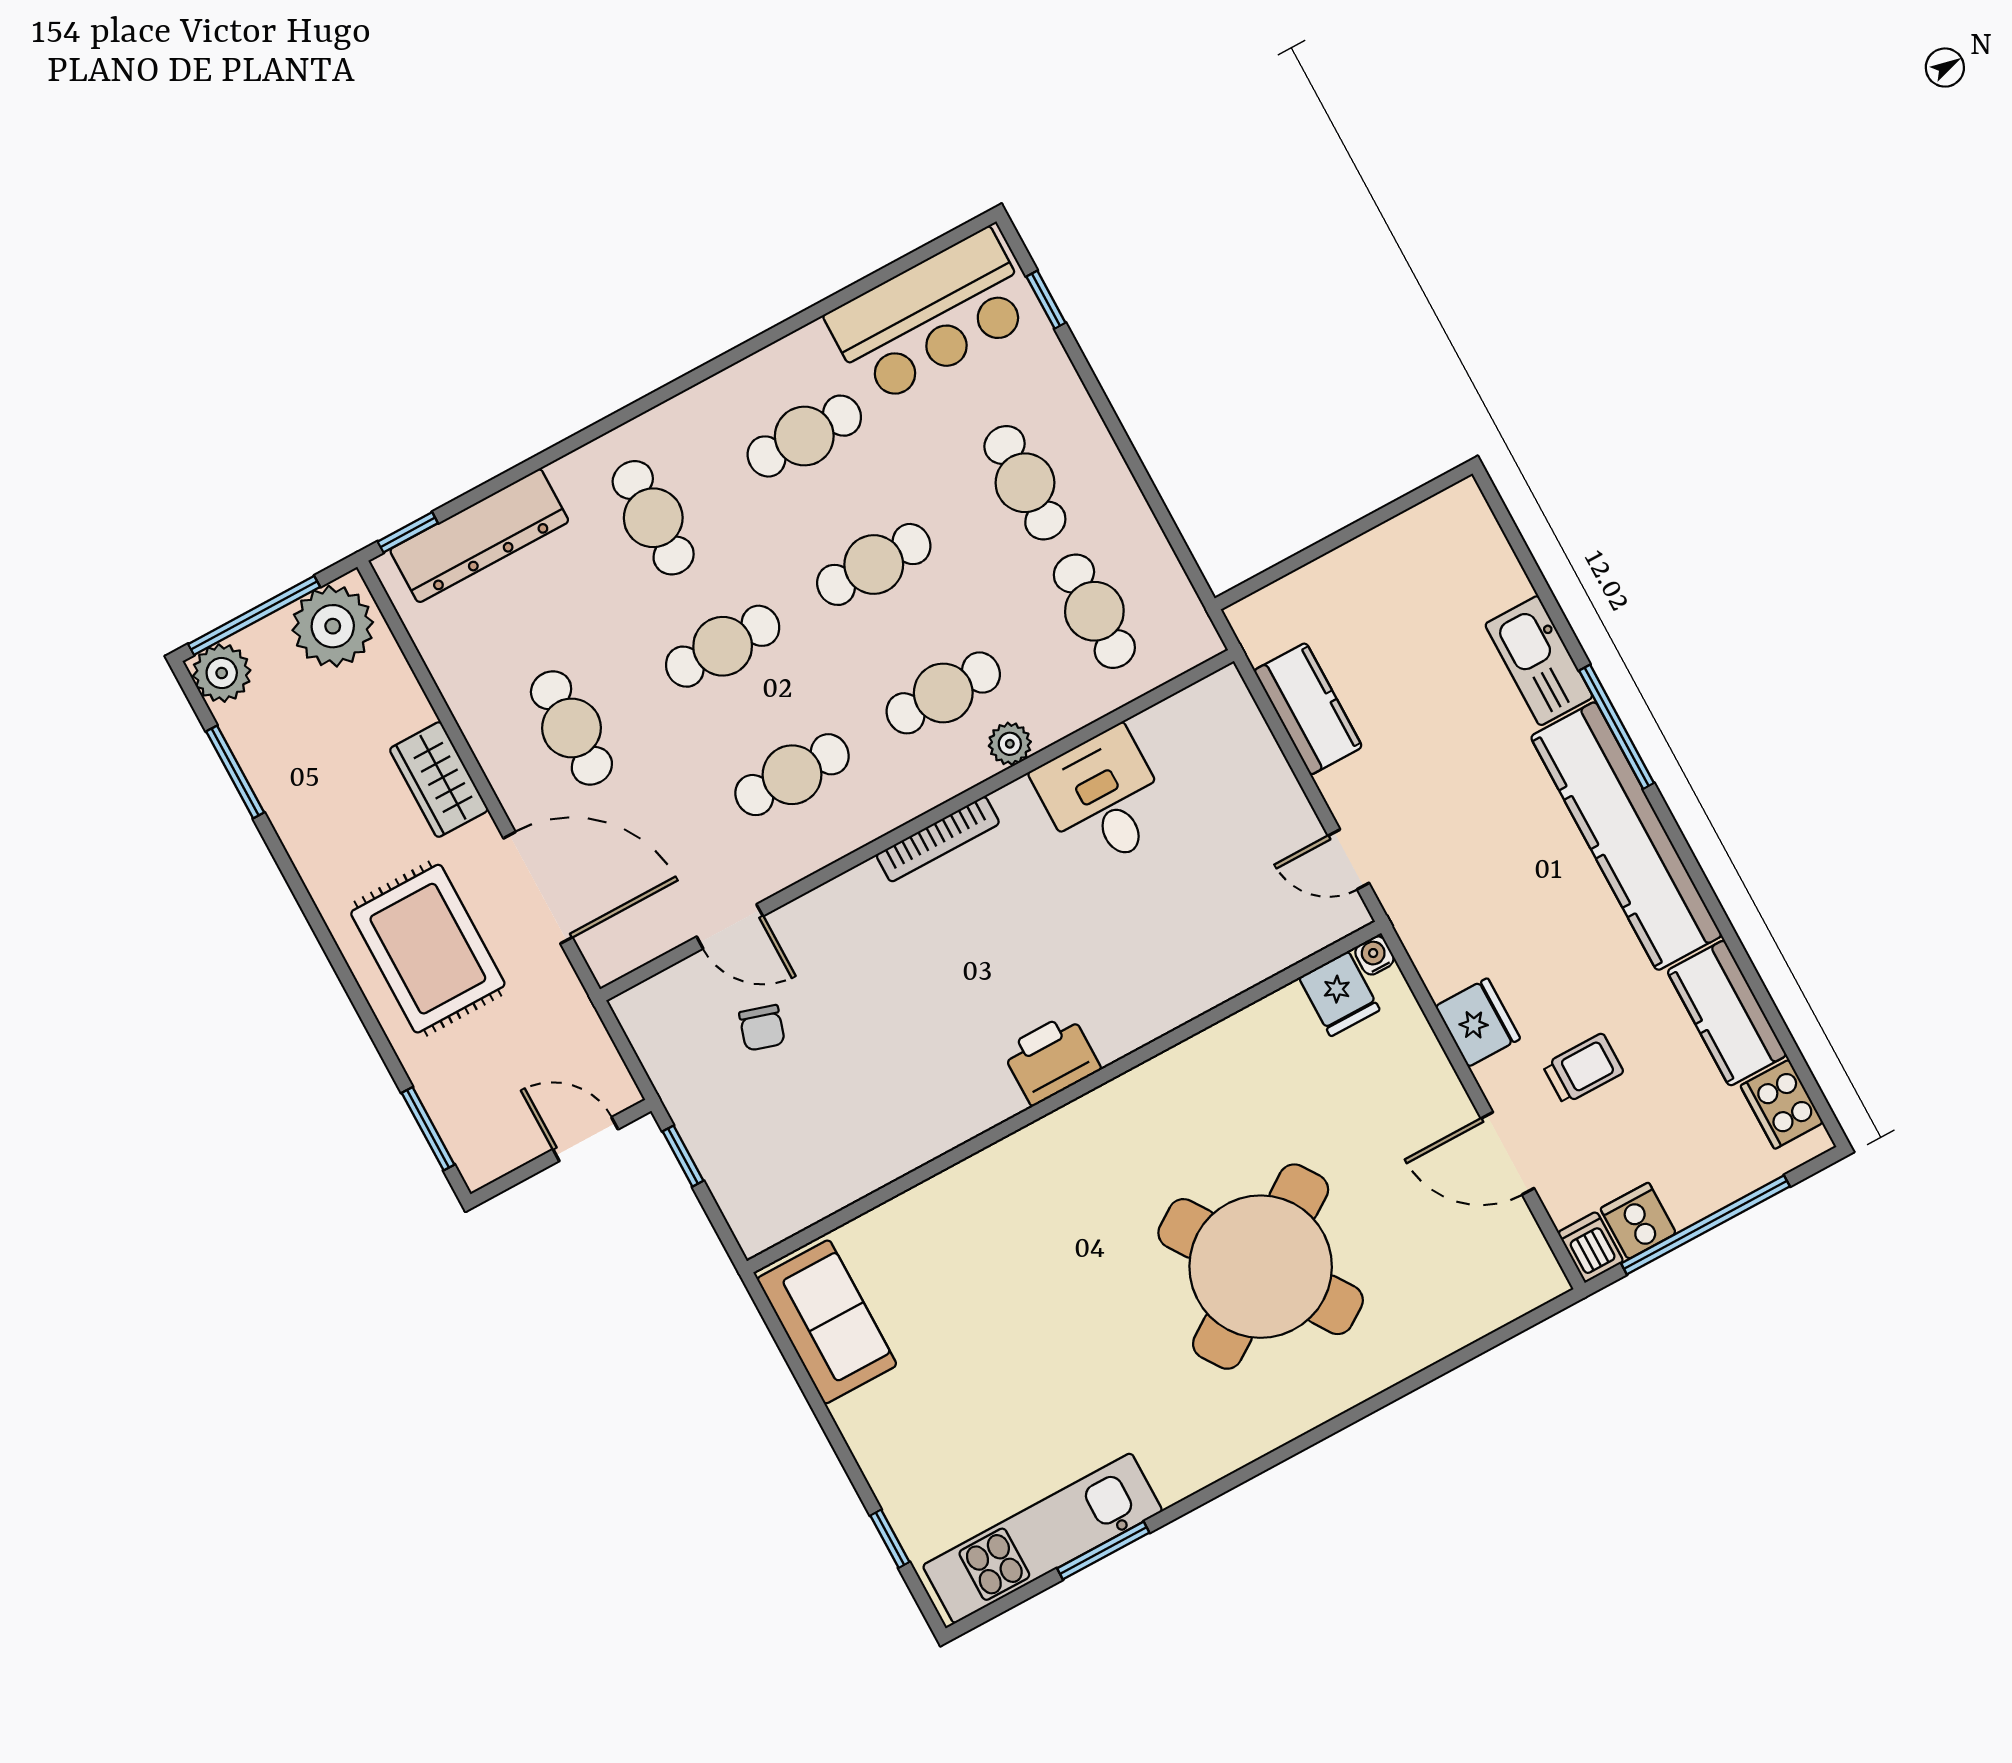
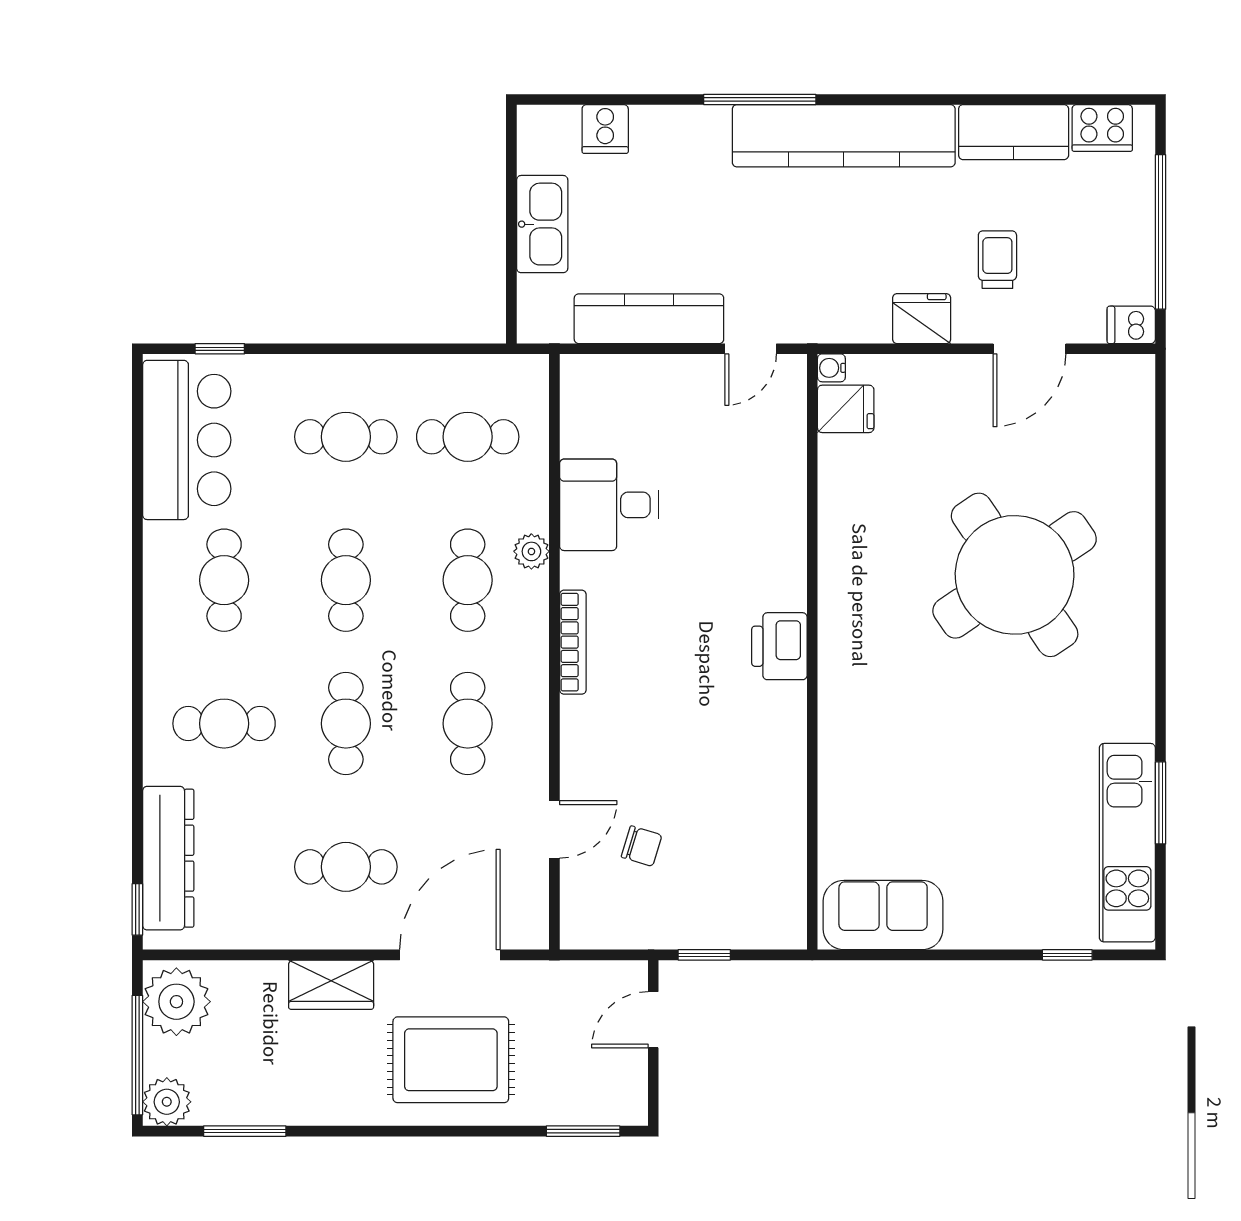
kitchen sink: (1539, 661) -> (542, 224), moved, turned -90
kitchen counter: (1308, 709) -> (649, 319), width x1.50
cooker: (1638, 1221) -> (605, 129), moved, turned -90

